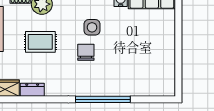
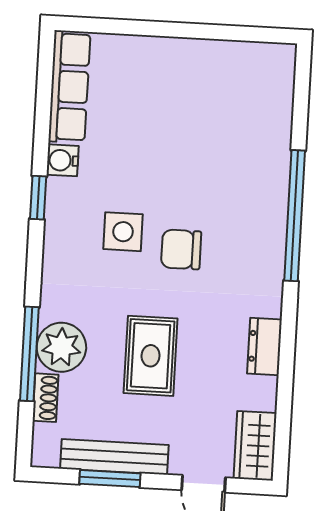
dresser: (32, 90) -> (265, 346), moved

